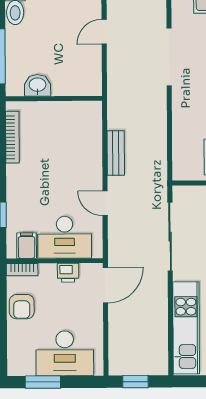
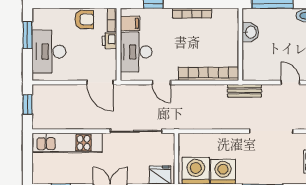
bookcase: (12, 137) -> (192, 13), moved
bookcase: (93, 141) -> (208, 74), added
bench: (116, 153) -> (244, 91), moved
door: (105, 203) -> (161, 82), swing flipped
printer: (68, 273) -> (109, 41), moved
armchair: (22, 307) -> (84, 19), turned 180

